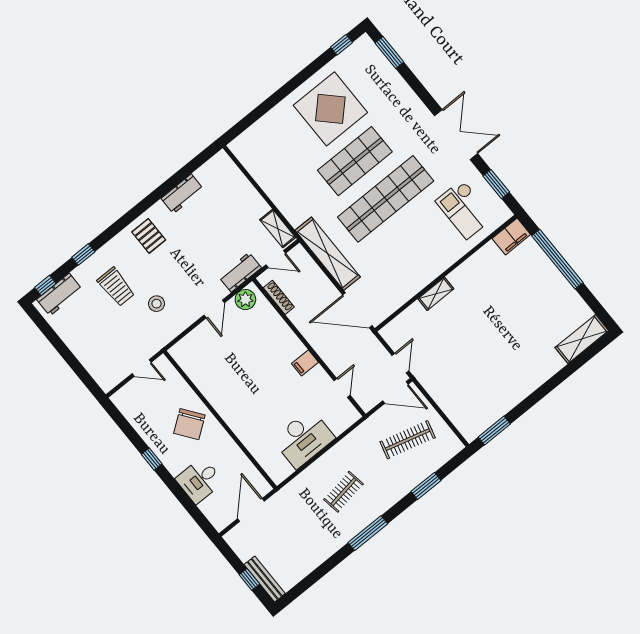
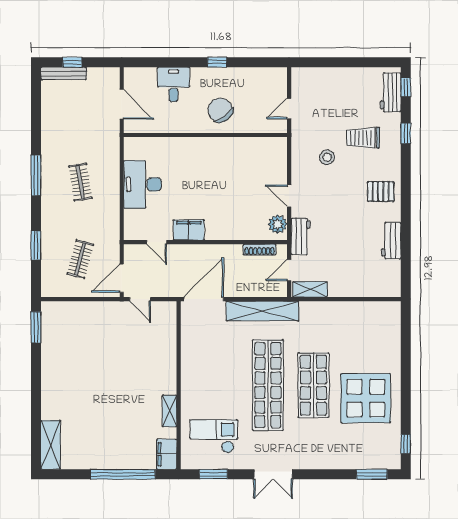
double door: (456, 135) -> (273, 474), width x0.73
shelving: (436, 294) -> (169, 411), moved
filing cabinet: (305, 363) -> (189, 230), width x2.00
clothes rail: (408, 440) -> (80, 259), width x0.73

